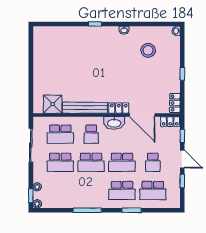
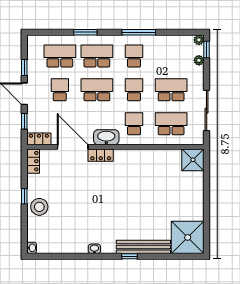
shower: (47, 40) -> (188, 237), added
stool: (148, 50) -> (39, 207), moved
shower: (53, 104) -> (193, 160), moved
bench: (85, 108) -> (143, 247), moved
school desk: (91, 162) -> (134, 90), width x0.54
school desk: (91, 190) -> (134, 56), added

